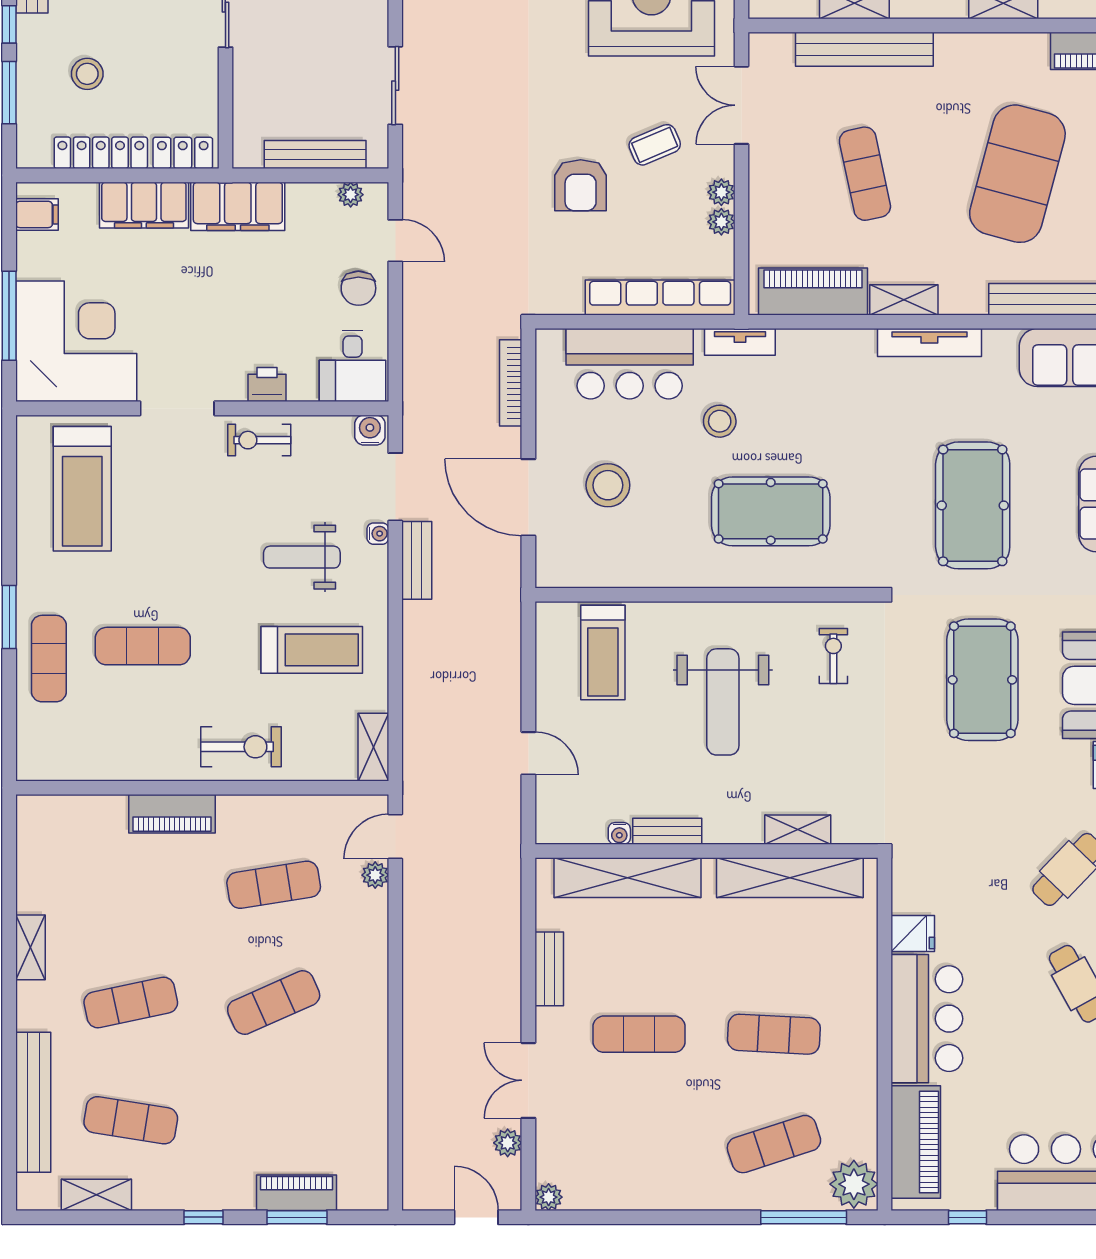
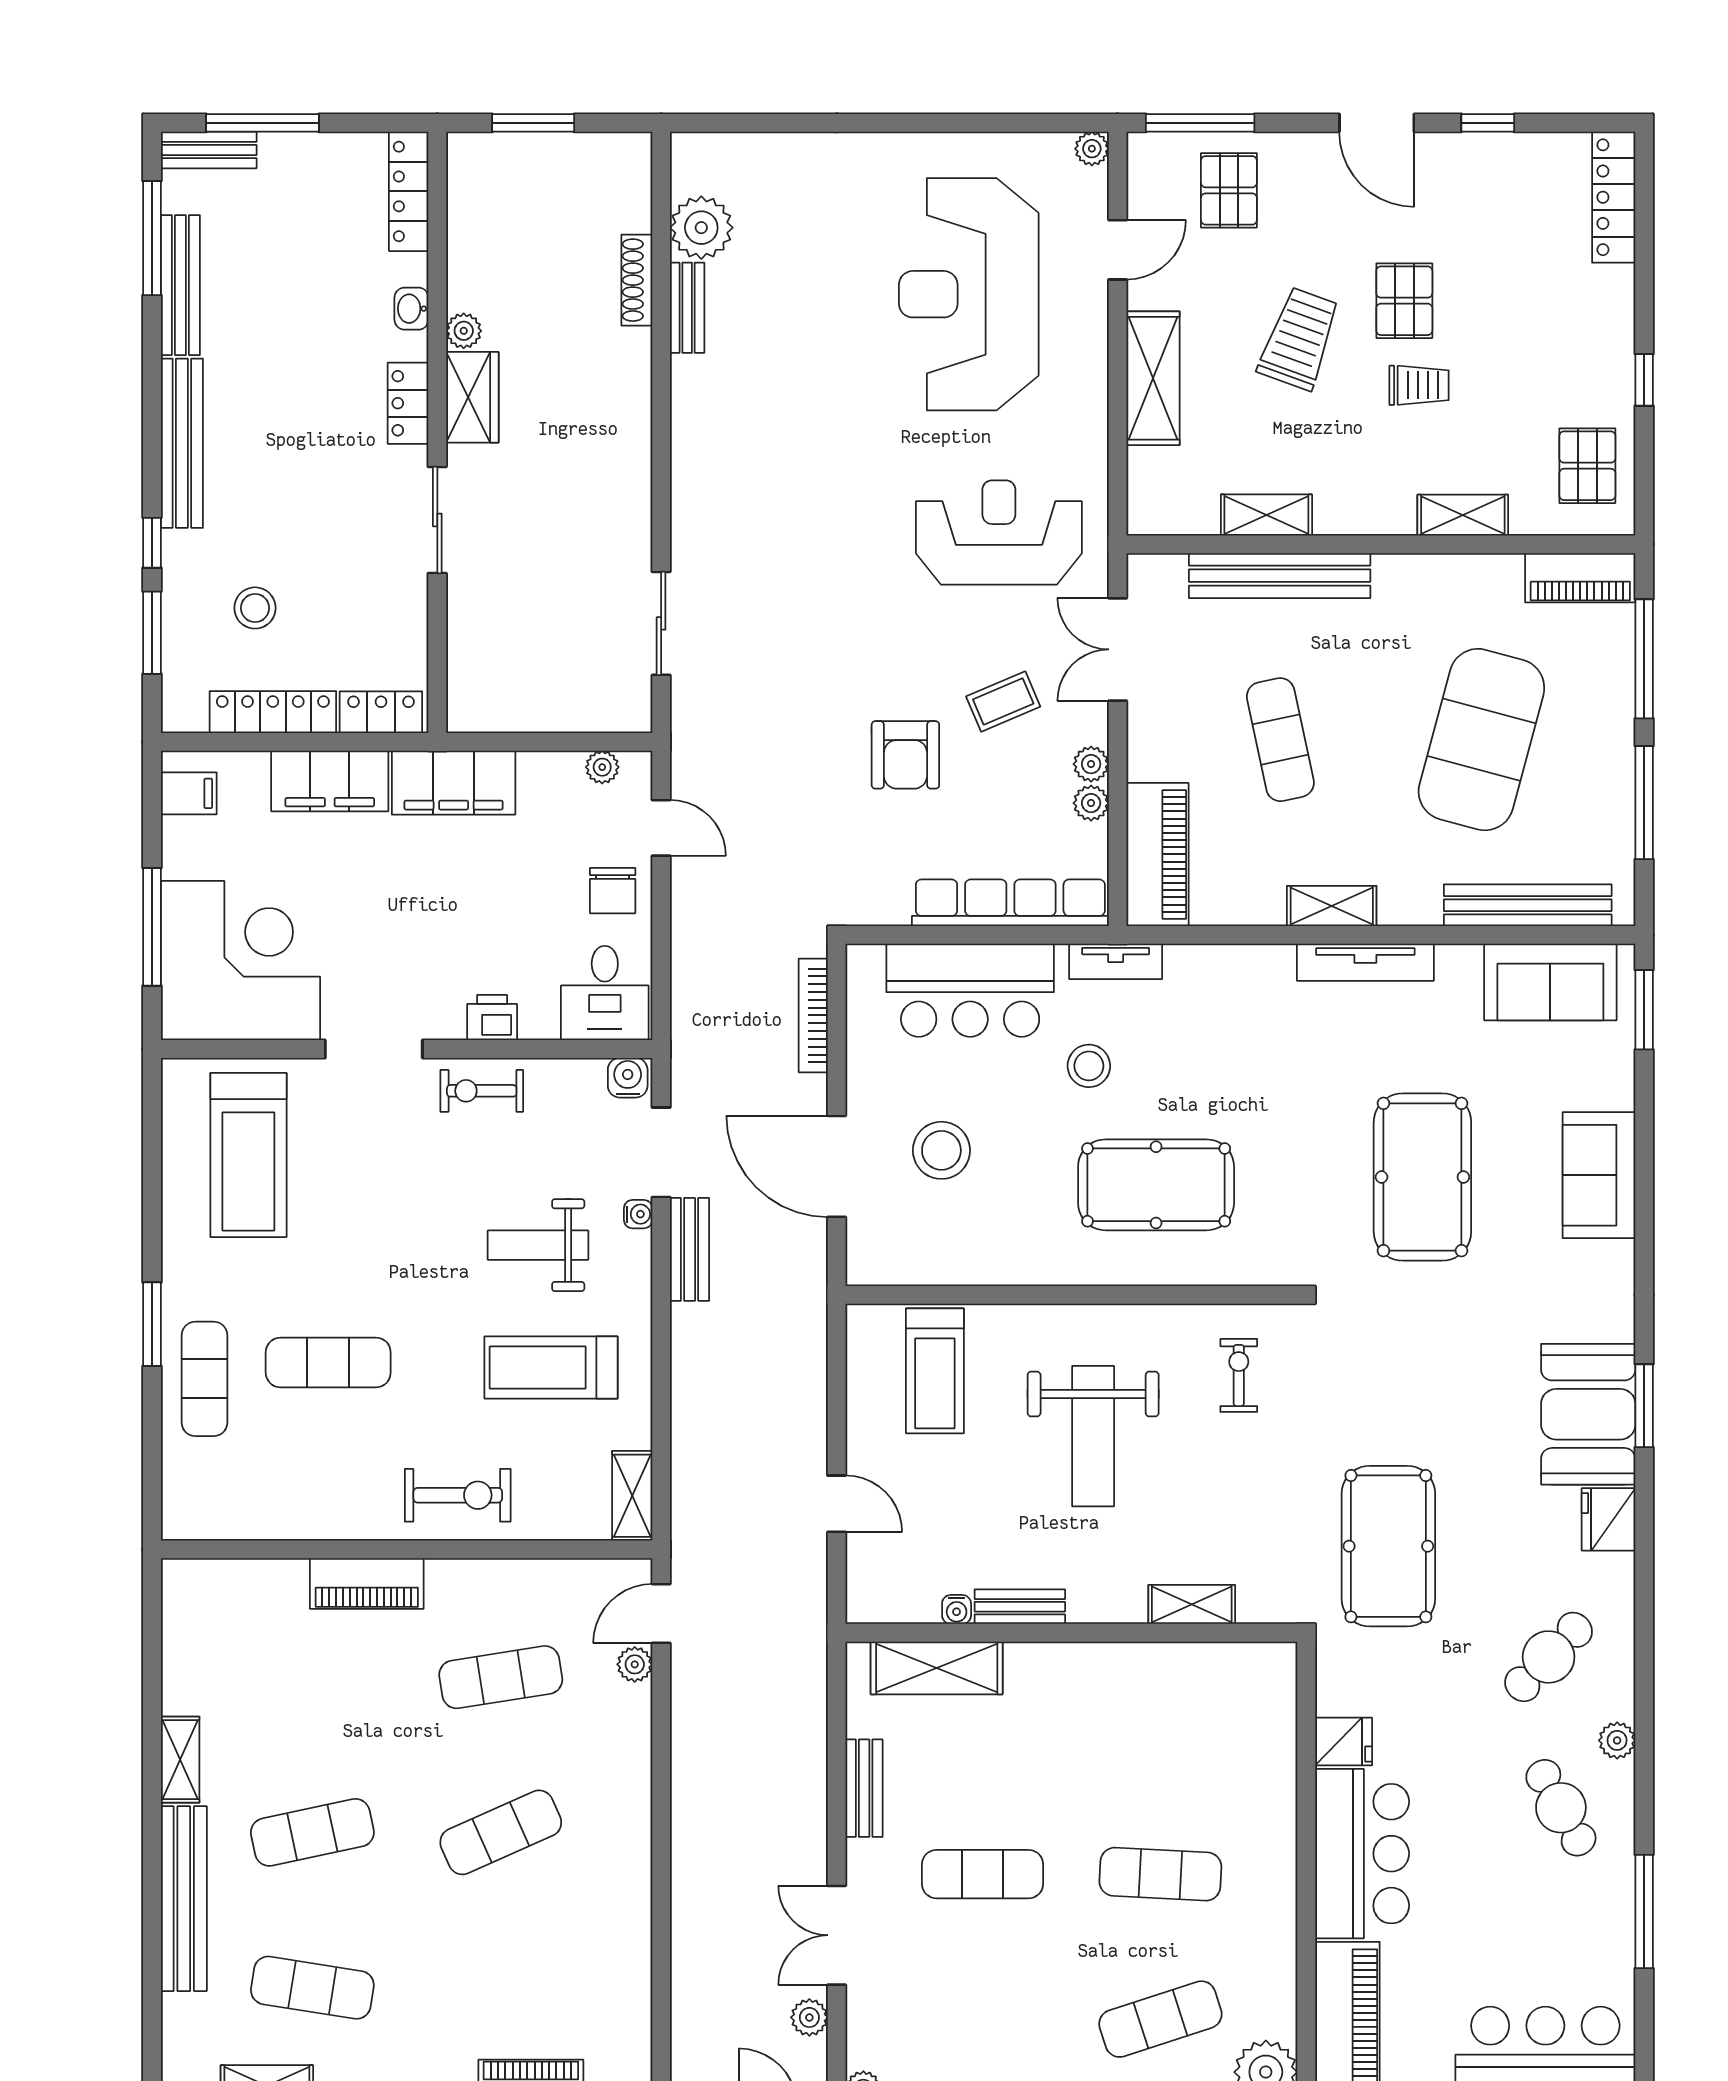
bench: (315, 154) -> (556, 714), removed
piano: (813, 292) -> (1157, 854), moved, turned 90
treadmill: (312, 650) -> (551, 1368), turned 180
pool table: (982, 680) -> (1388, 1546), moved
shelving: (628, 878) -> (937, 1668), width x0.68
shelving: (790, 878) -> (1182, 1668), removed
bench: (33, 1102) -> (184, 1899), moved

